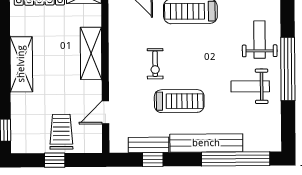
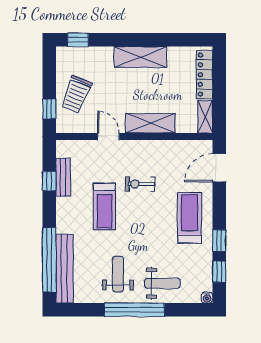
door: (105, 112) -> (108, 136), moved
trolley: (61, 132) -> (76, 94), turned 112
bench: (206, 143) -> (65, 269), moved
window: (55, 160) -> (49, 109), moved

